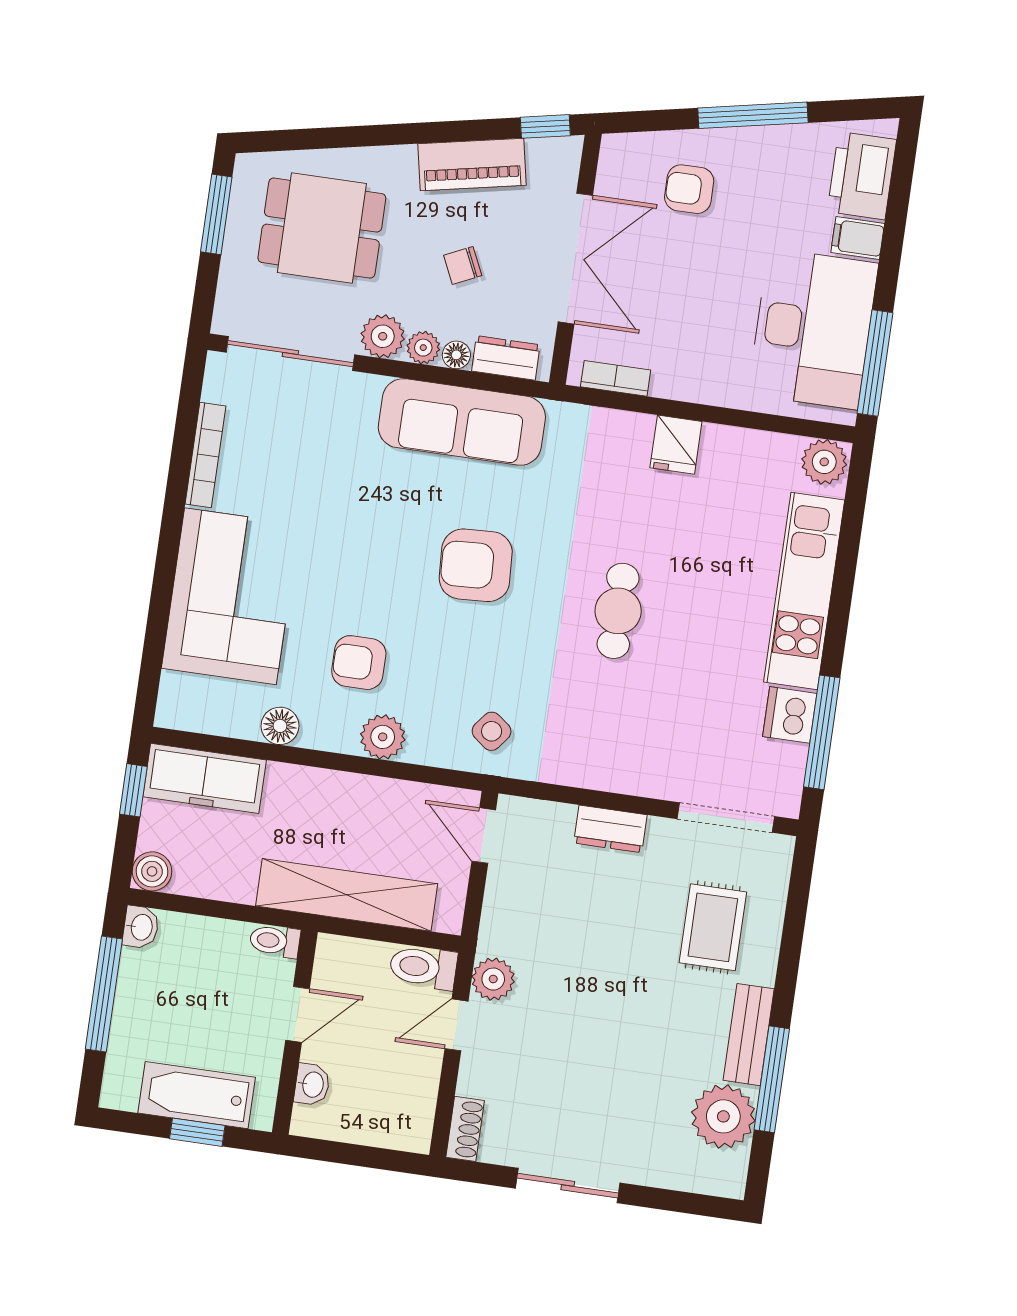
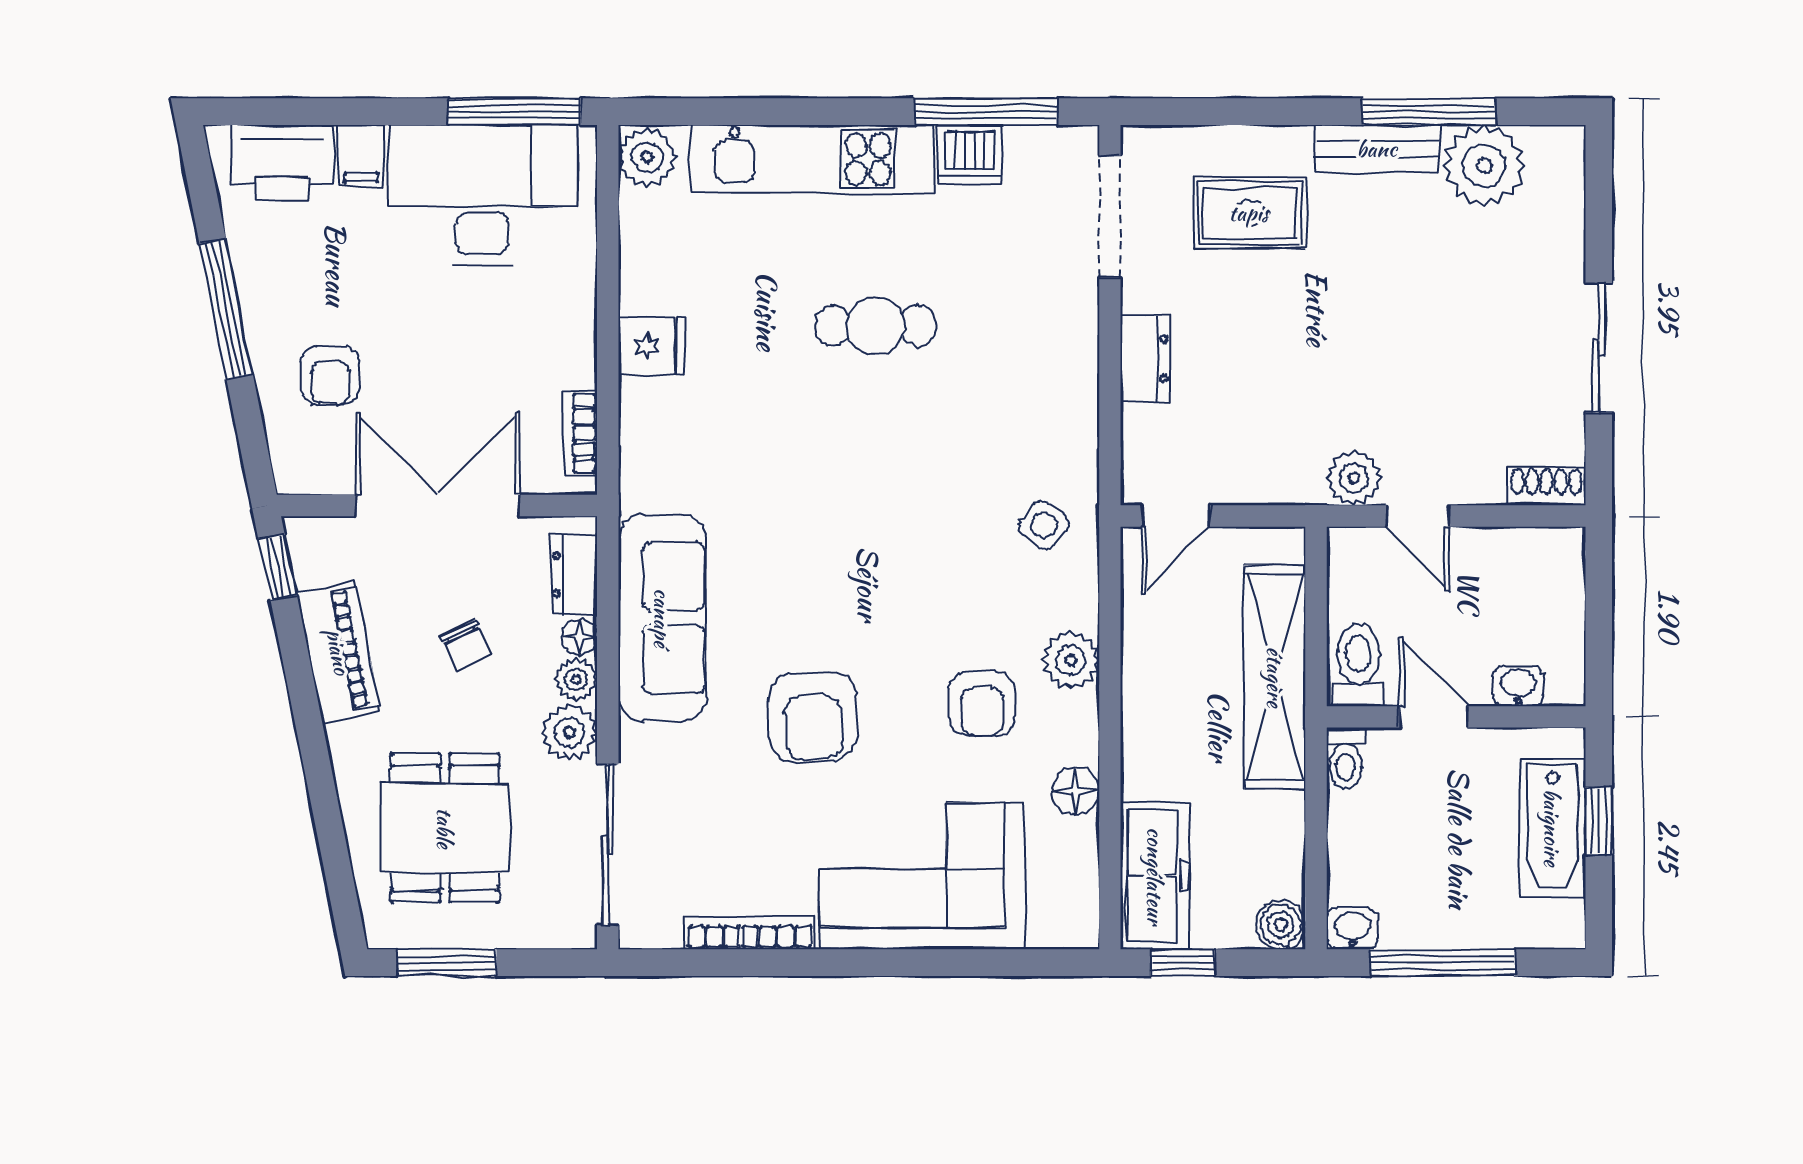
armchair: (476, 565) -> (813, 717), moved
cafe table: (618, 611) -> (876, 326), moved
toilet: (423, 967) -> (1358, 665), moved, turned 180

